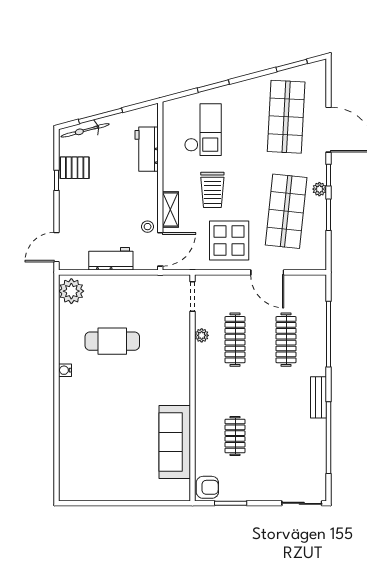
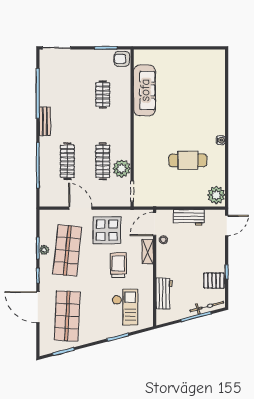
checkout: (203, 130) -> (125, 307), turned 180
plant: (319, 189) -> (44, 250), moved
plant: (202, 335) -> (122, 169), width x1.87, depth x1.87

